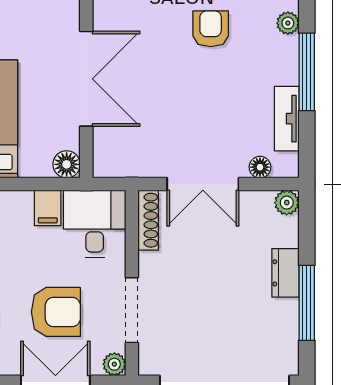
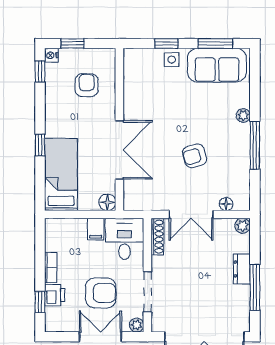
armchair: (211, 29) -> (195, 156), moved, turned -106
tv unit: (287, 119) -> (243, 174), removed

